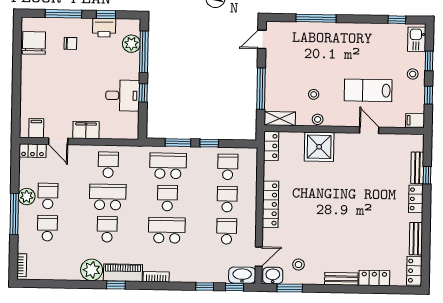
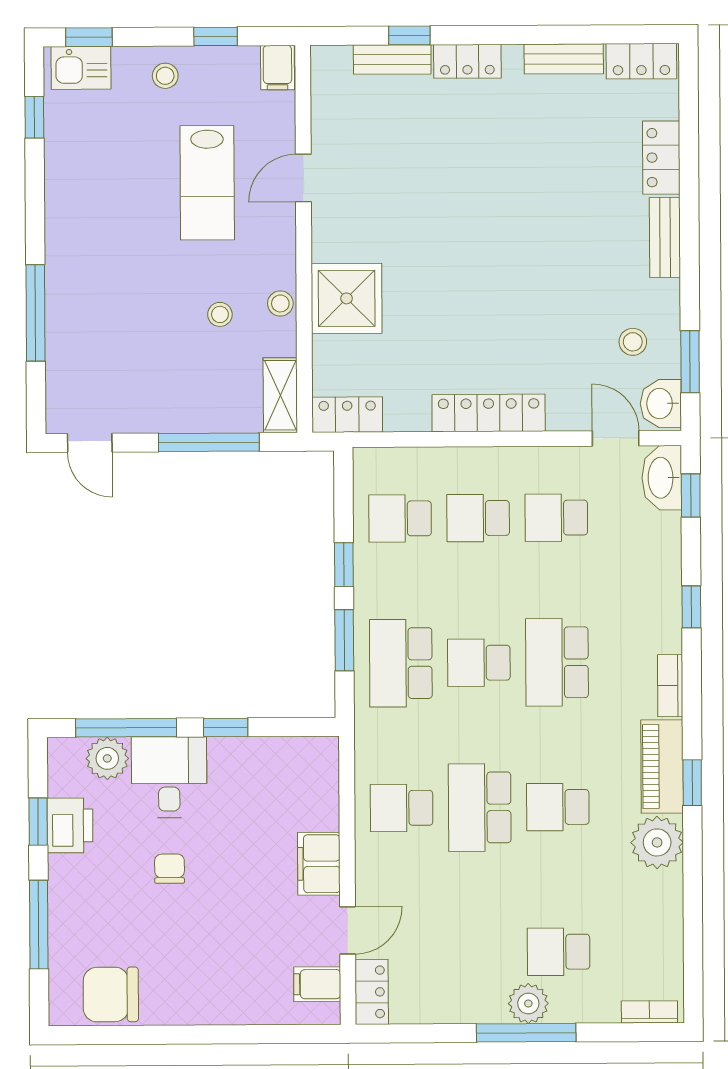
chair: (70, 43) -> (170, 869), moved
window: (429, 61) -> (89, 37), moved
desk: (123, 95) -> (169, 777), moved
school desk: (48, 196) -> (480, 952), removed
plant: (27, 197) -> (528, 1003), moved
window: (205, 287) -> (691, 607), moved

